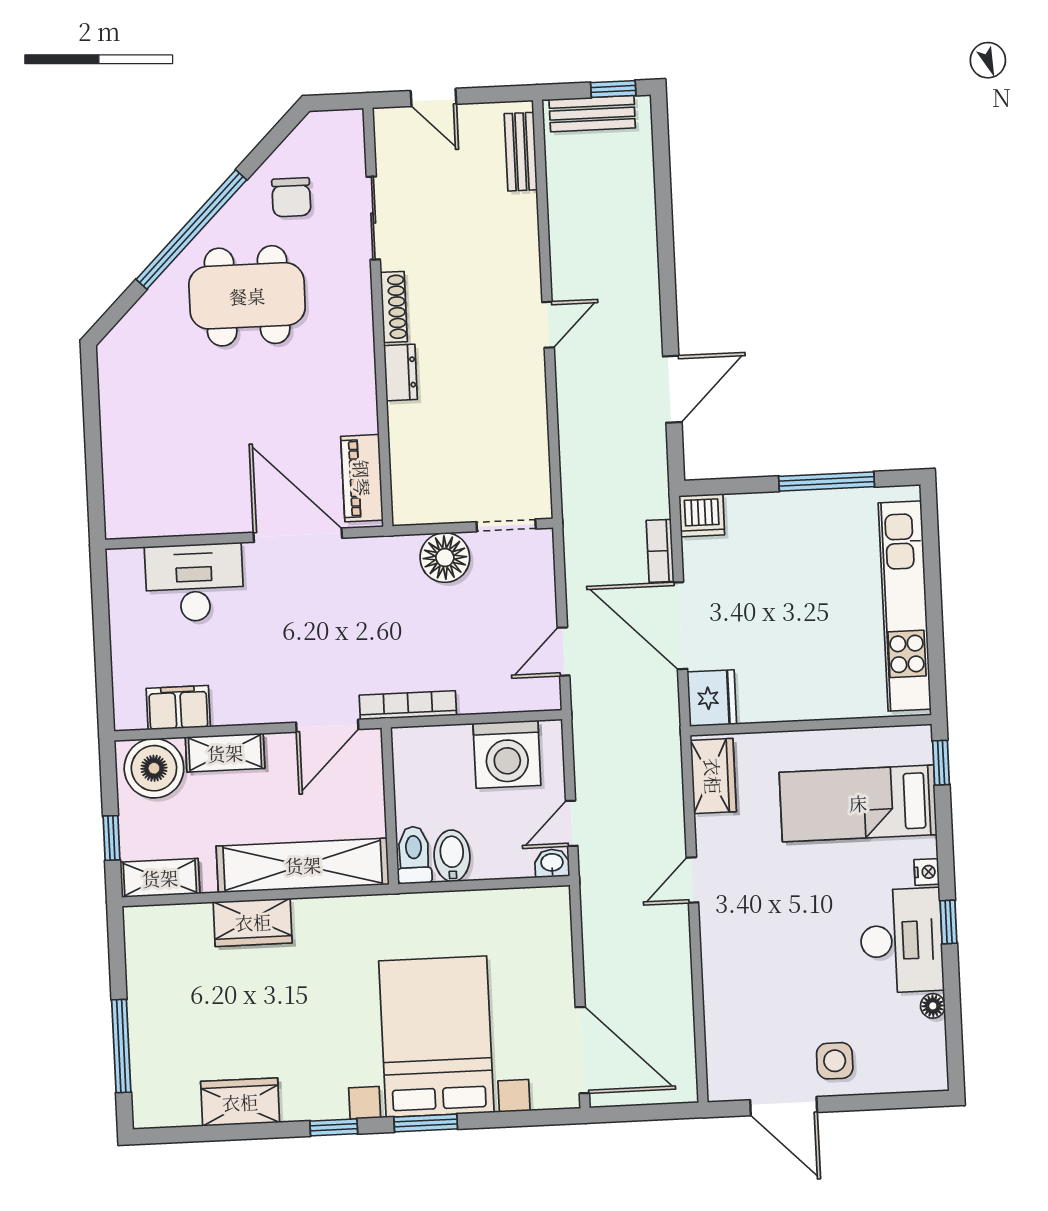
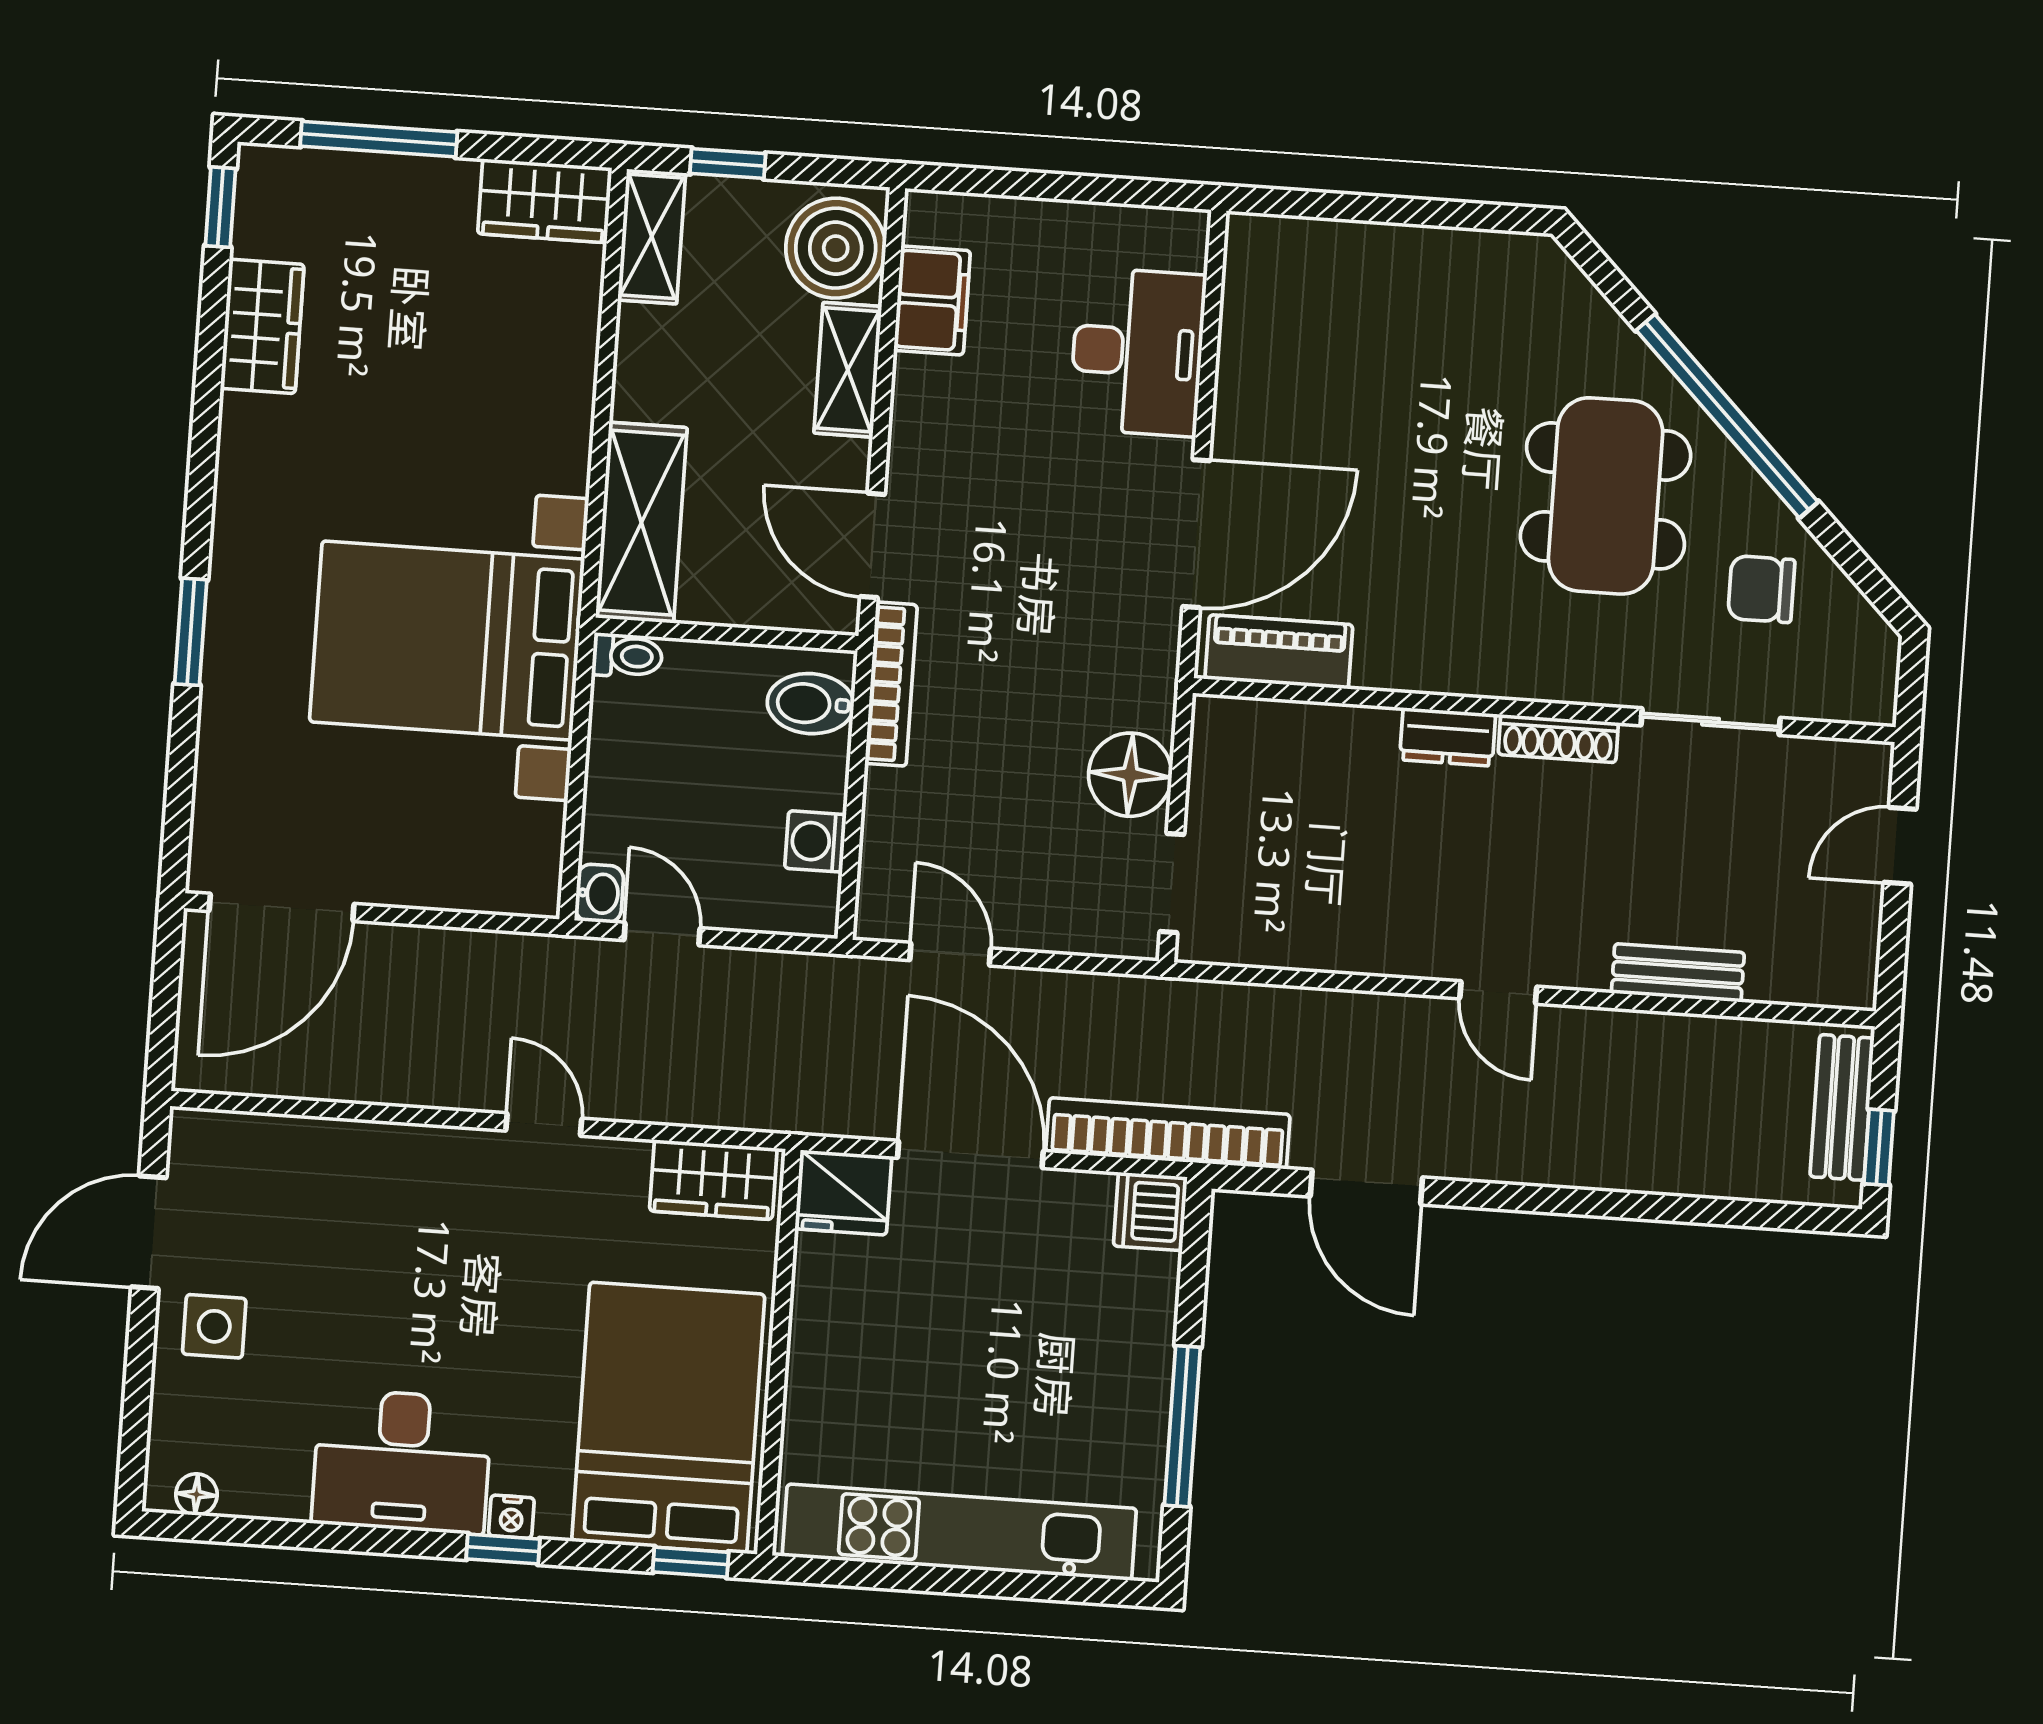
bench: (521, 152) -> (1678, 973), moved
bookcase: (660, 551) -> (1168, 1133), width x2.31, depth x1.31
door: (680, 626) -> (970, 1154), hinge flipped
washing machine: (507, 754) -> (815, 841), width x0.53, depth x0.53
bed: (858, 803) -> (668, 1418), width x1.50
toilet: (414, 855) -> (627, 656), width x0.73, depth x0.72
bidet: (452, 856) -> (811, 704), moved, turned 180
shelving: (303, 865) -> (641, 523), width x0.68
wardrobe: (253, 922) -> (545, 201), moved, turned -90
window: (949, 922) -> (503, 1549), moved
floor lamp: (933, 1006) -> (196, 1494), moved
bed with nightstands: (436, 1037) -> (447, 641), moved, turned 180
window: (334, 1127) -> (220, 207), moved

